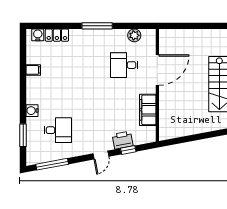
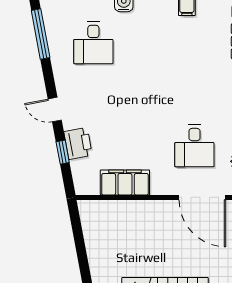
desk: (124, 65) -> (194, 146), turned 180
door: (157, 70) -> (202, 197), moved

